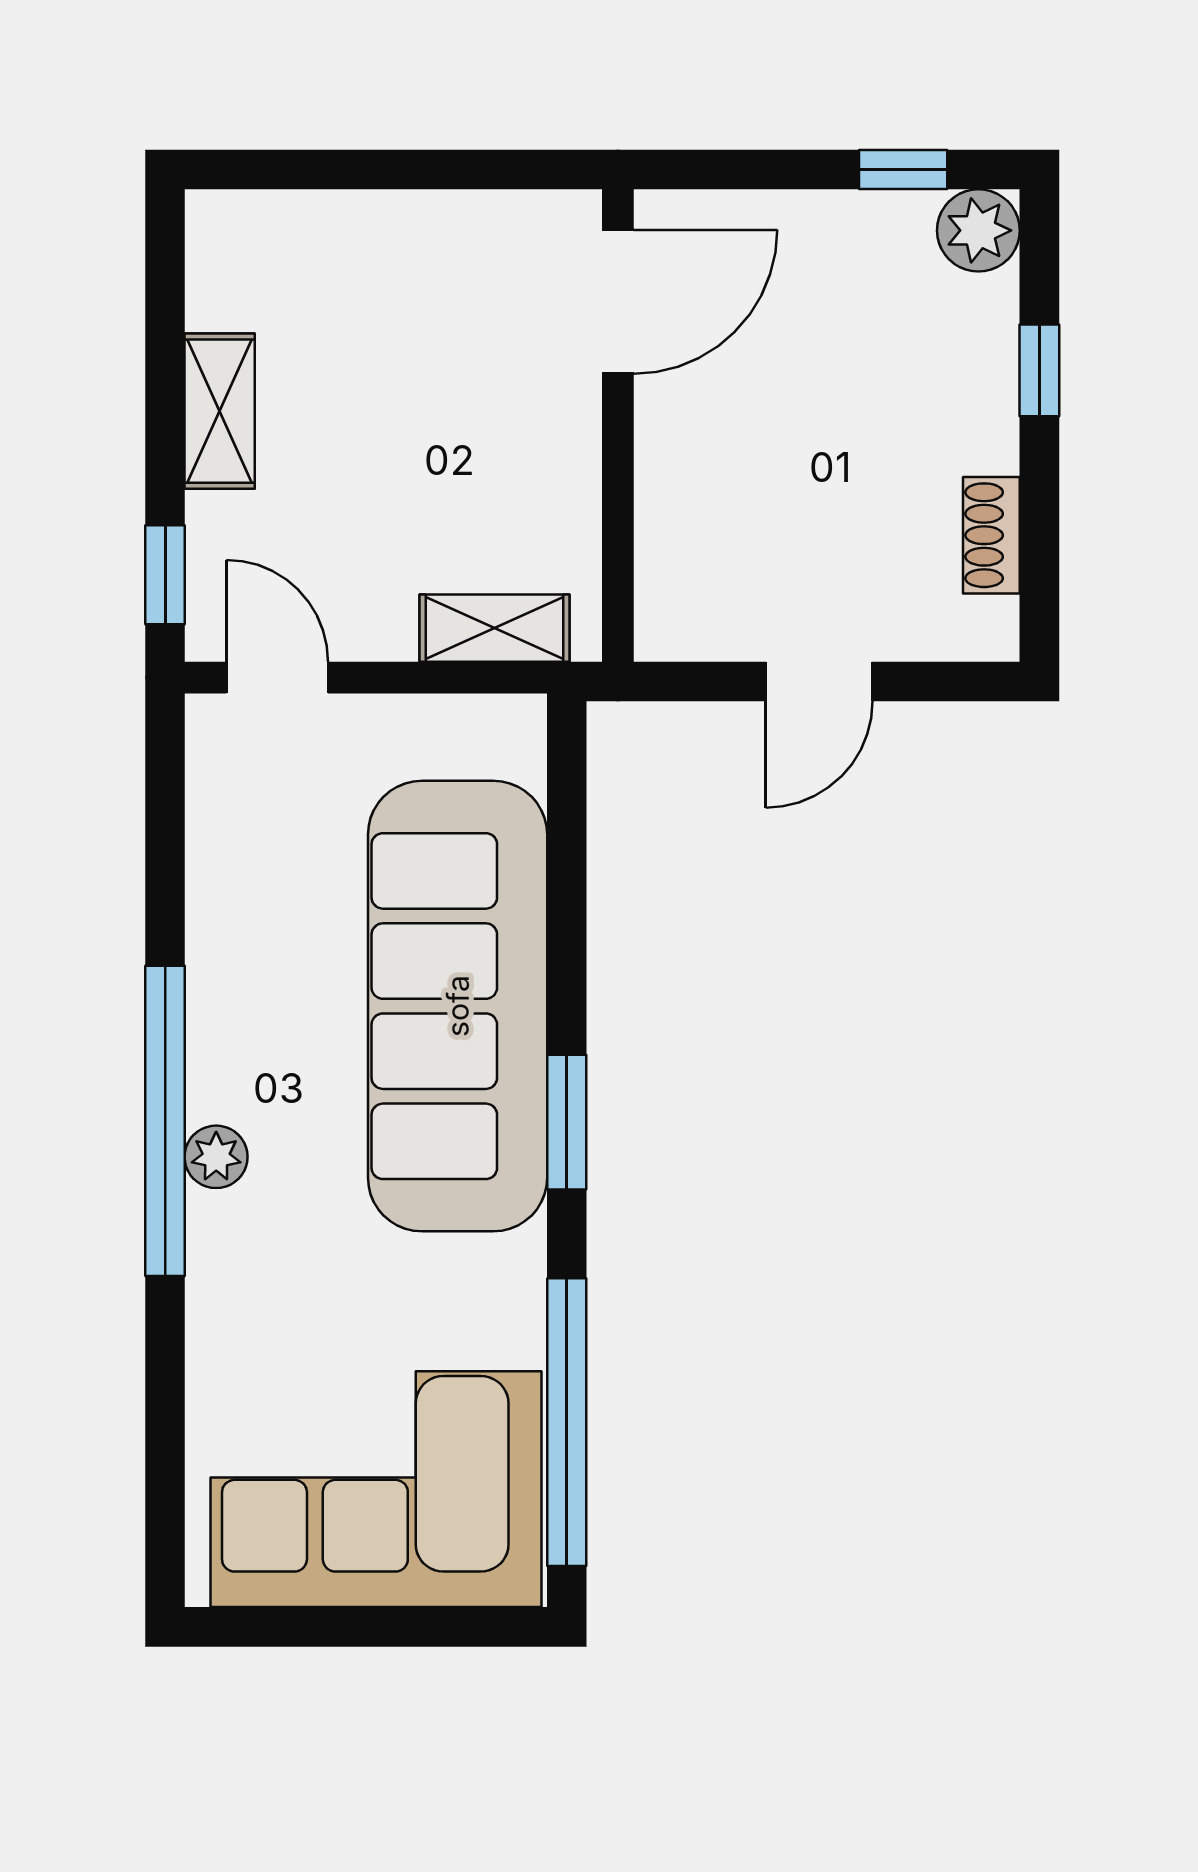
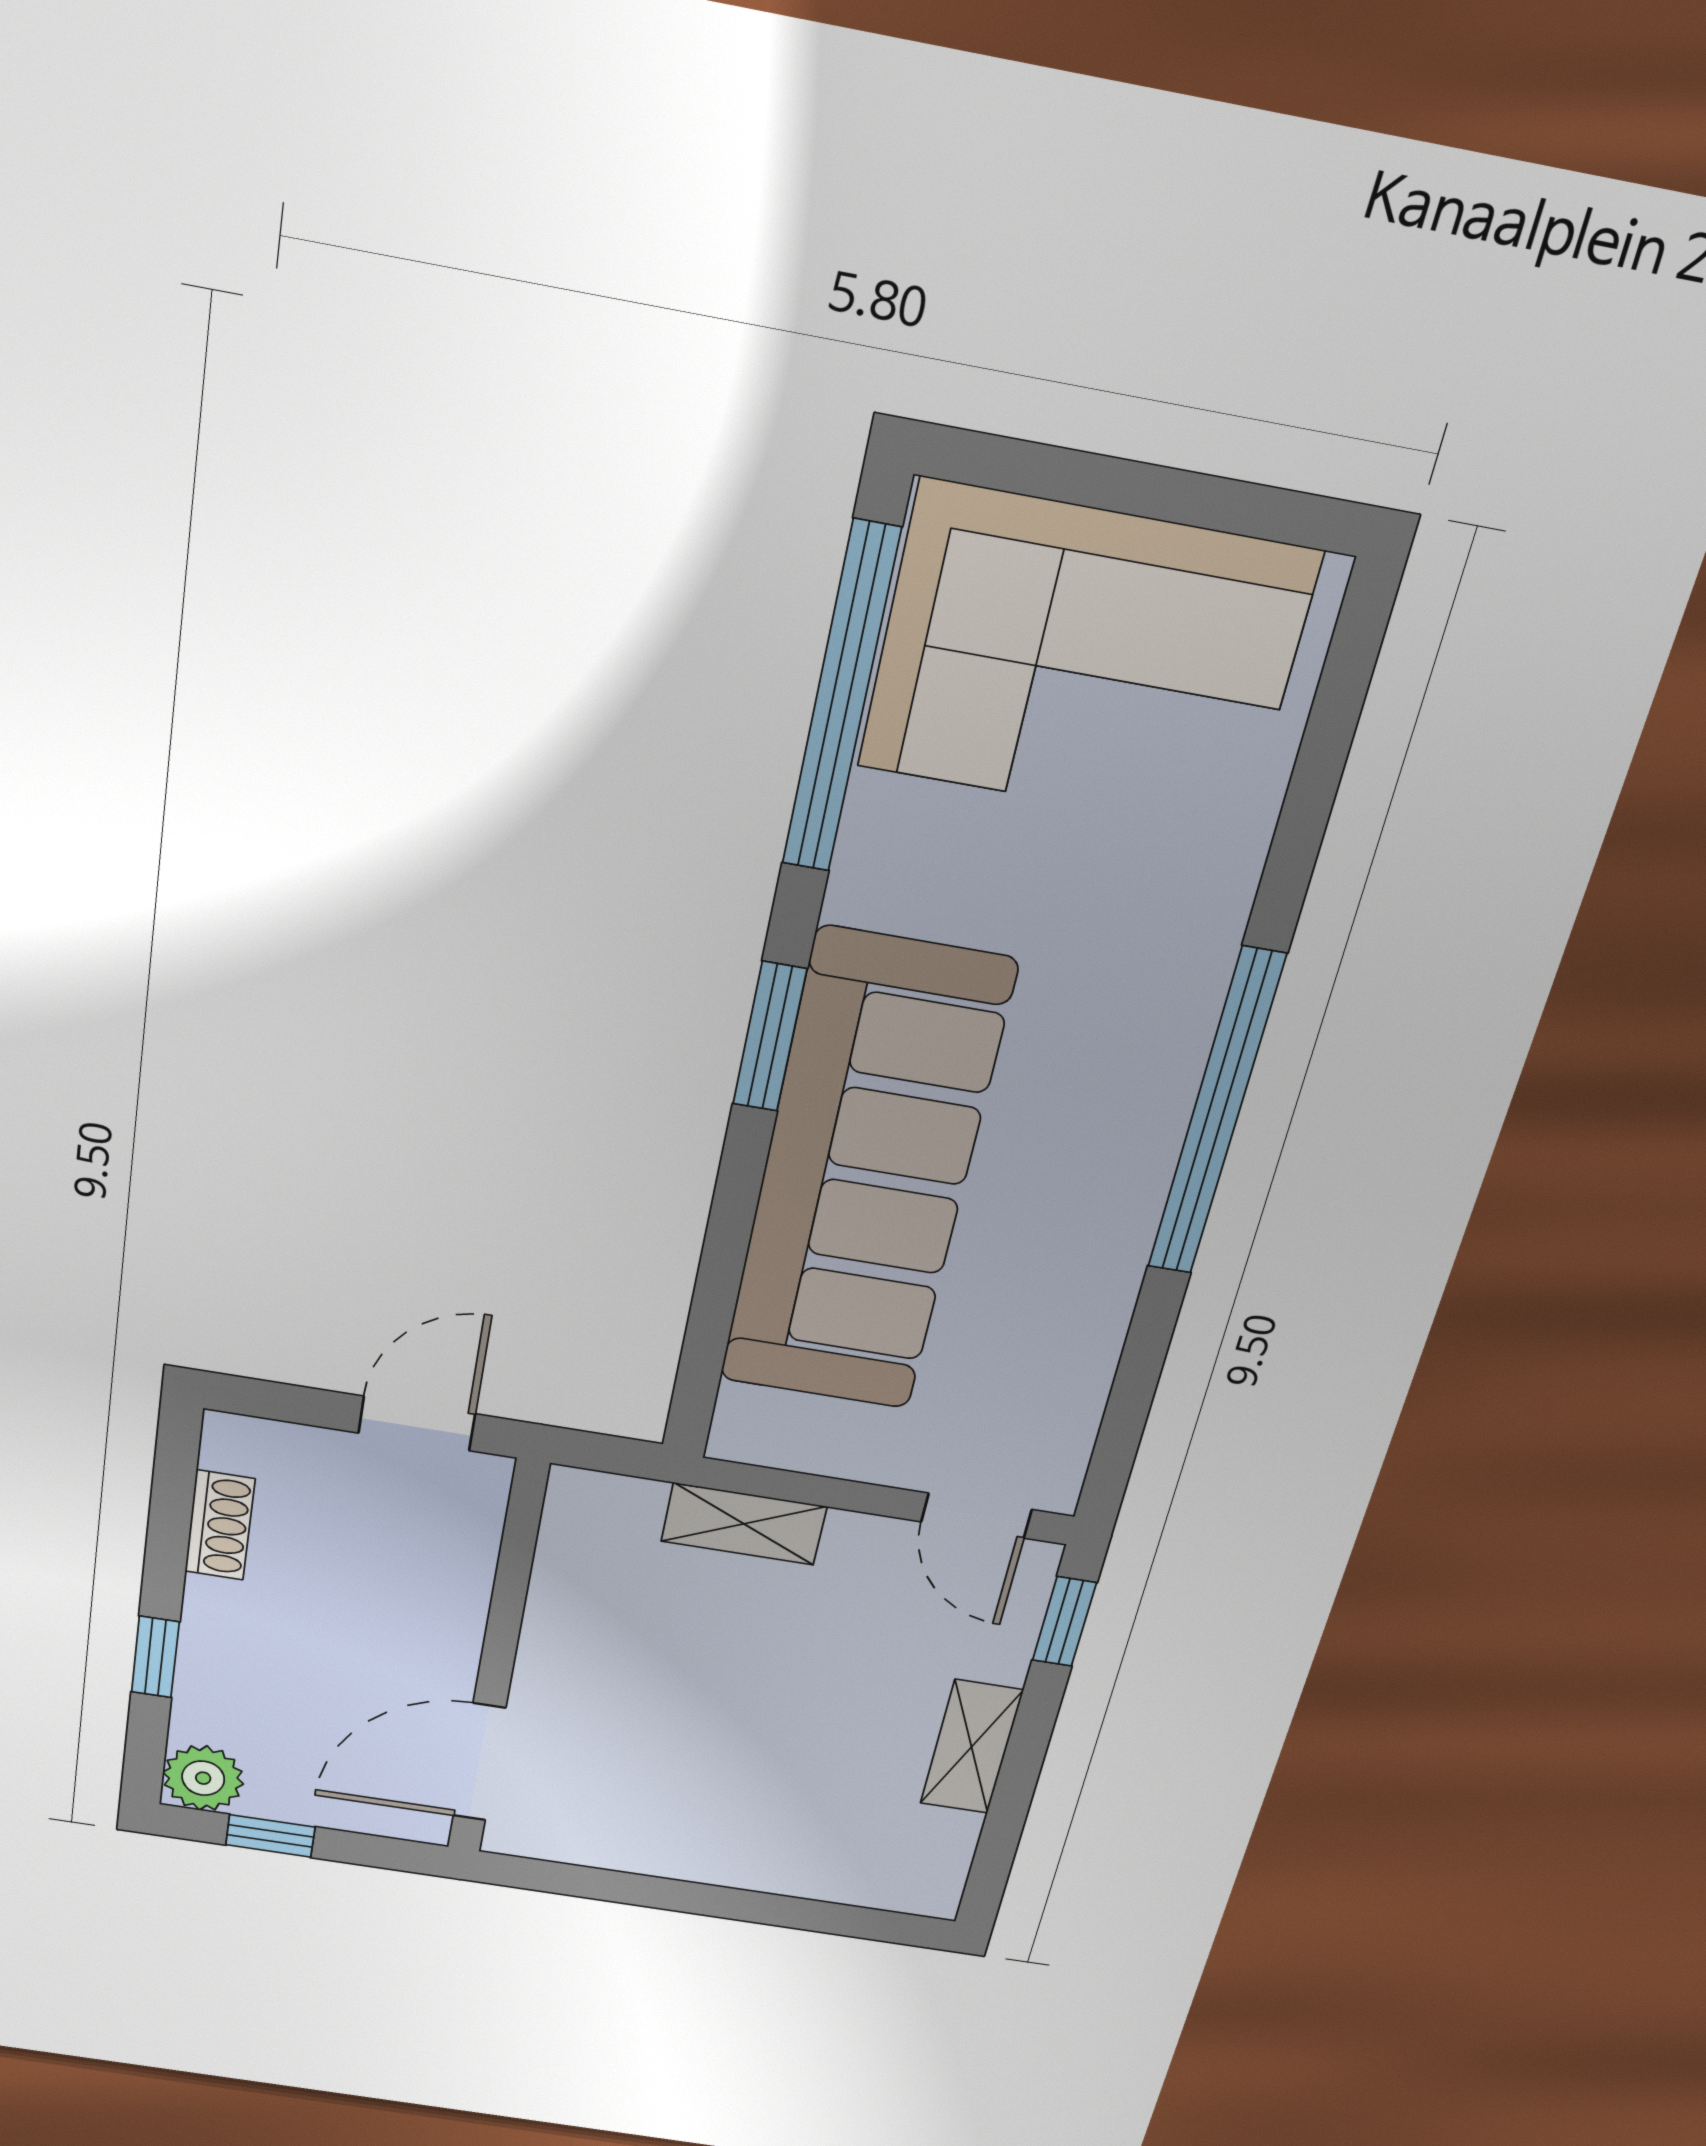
door: (618, 302) -> (479, 1762), moved
wall: (618, 425) -> (497, 1663), moved
plant: (216, 1157) -> (1170, 1067), removed

